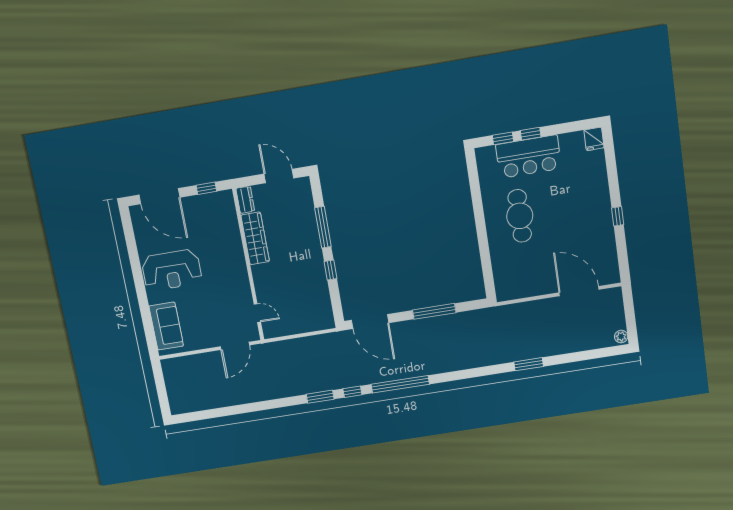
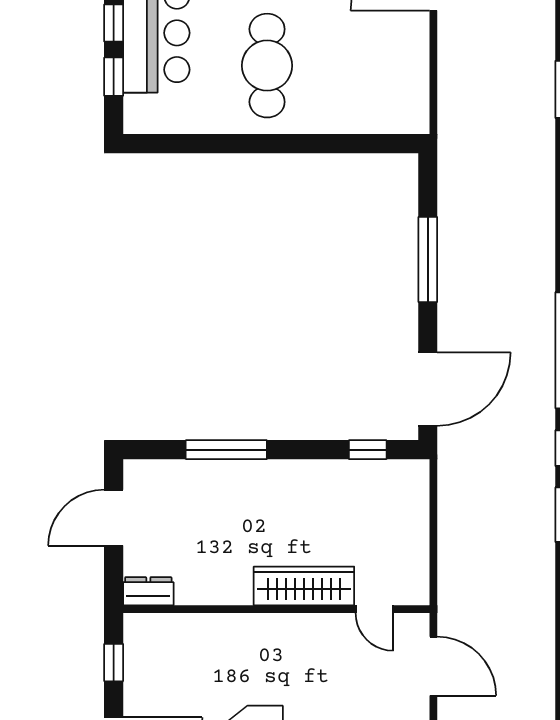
cafe table: (520, 216) -> (267, 66), turned 90
wardrobe: (255, 238) -> (304, 586), moved
window: (330, 270) -> (368, 450), moved
door: (257, 313) -> (374, 609), swing flipped

